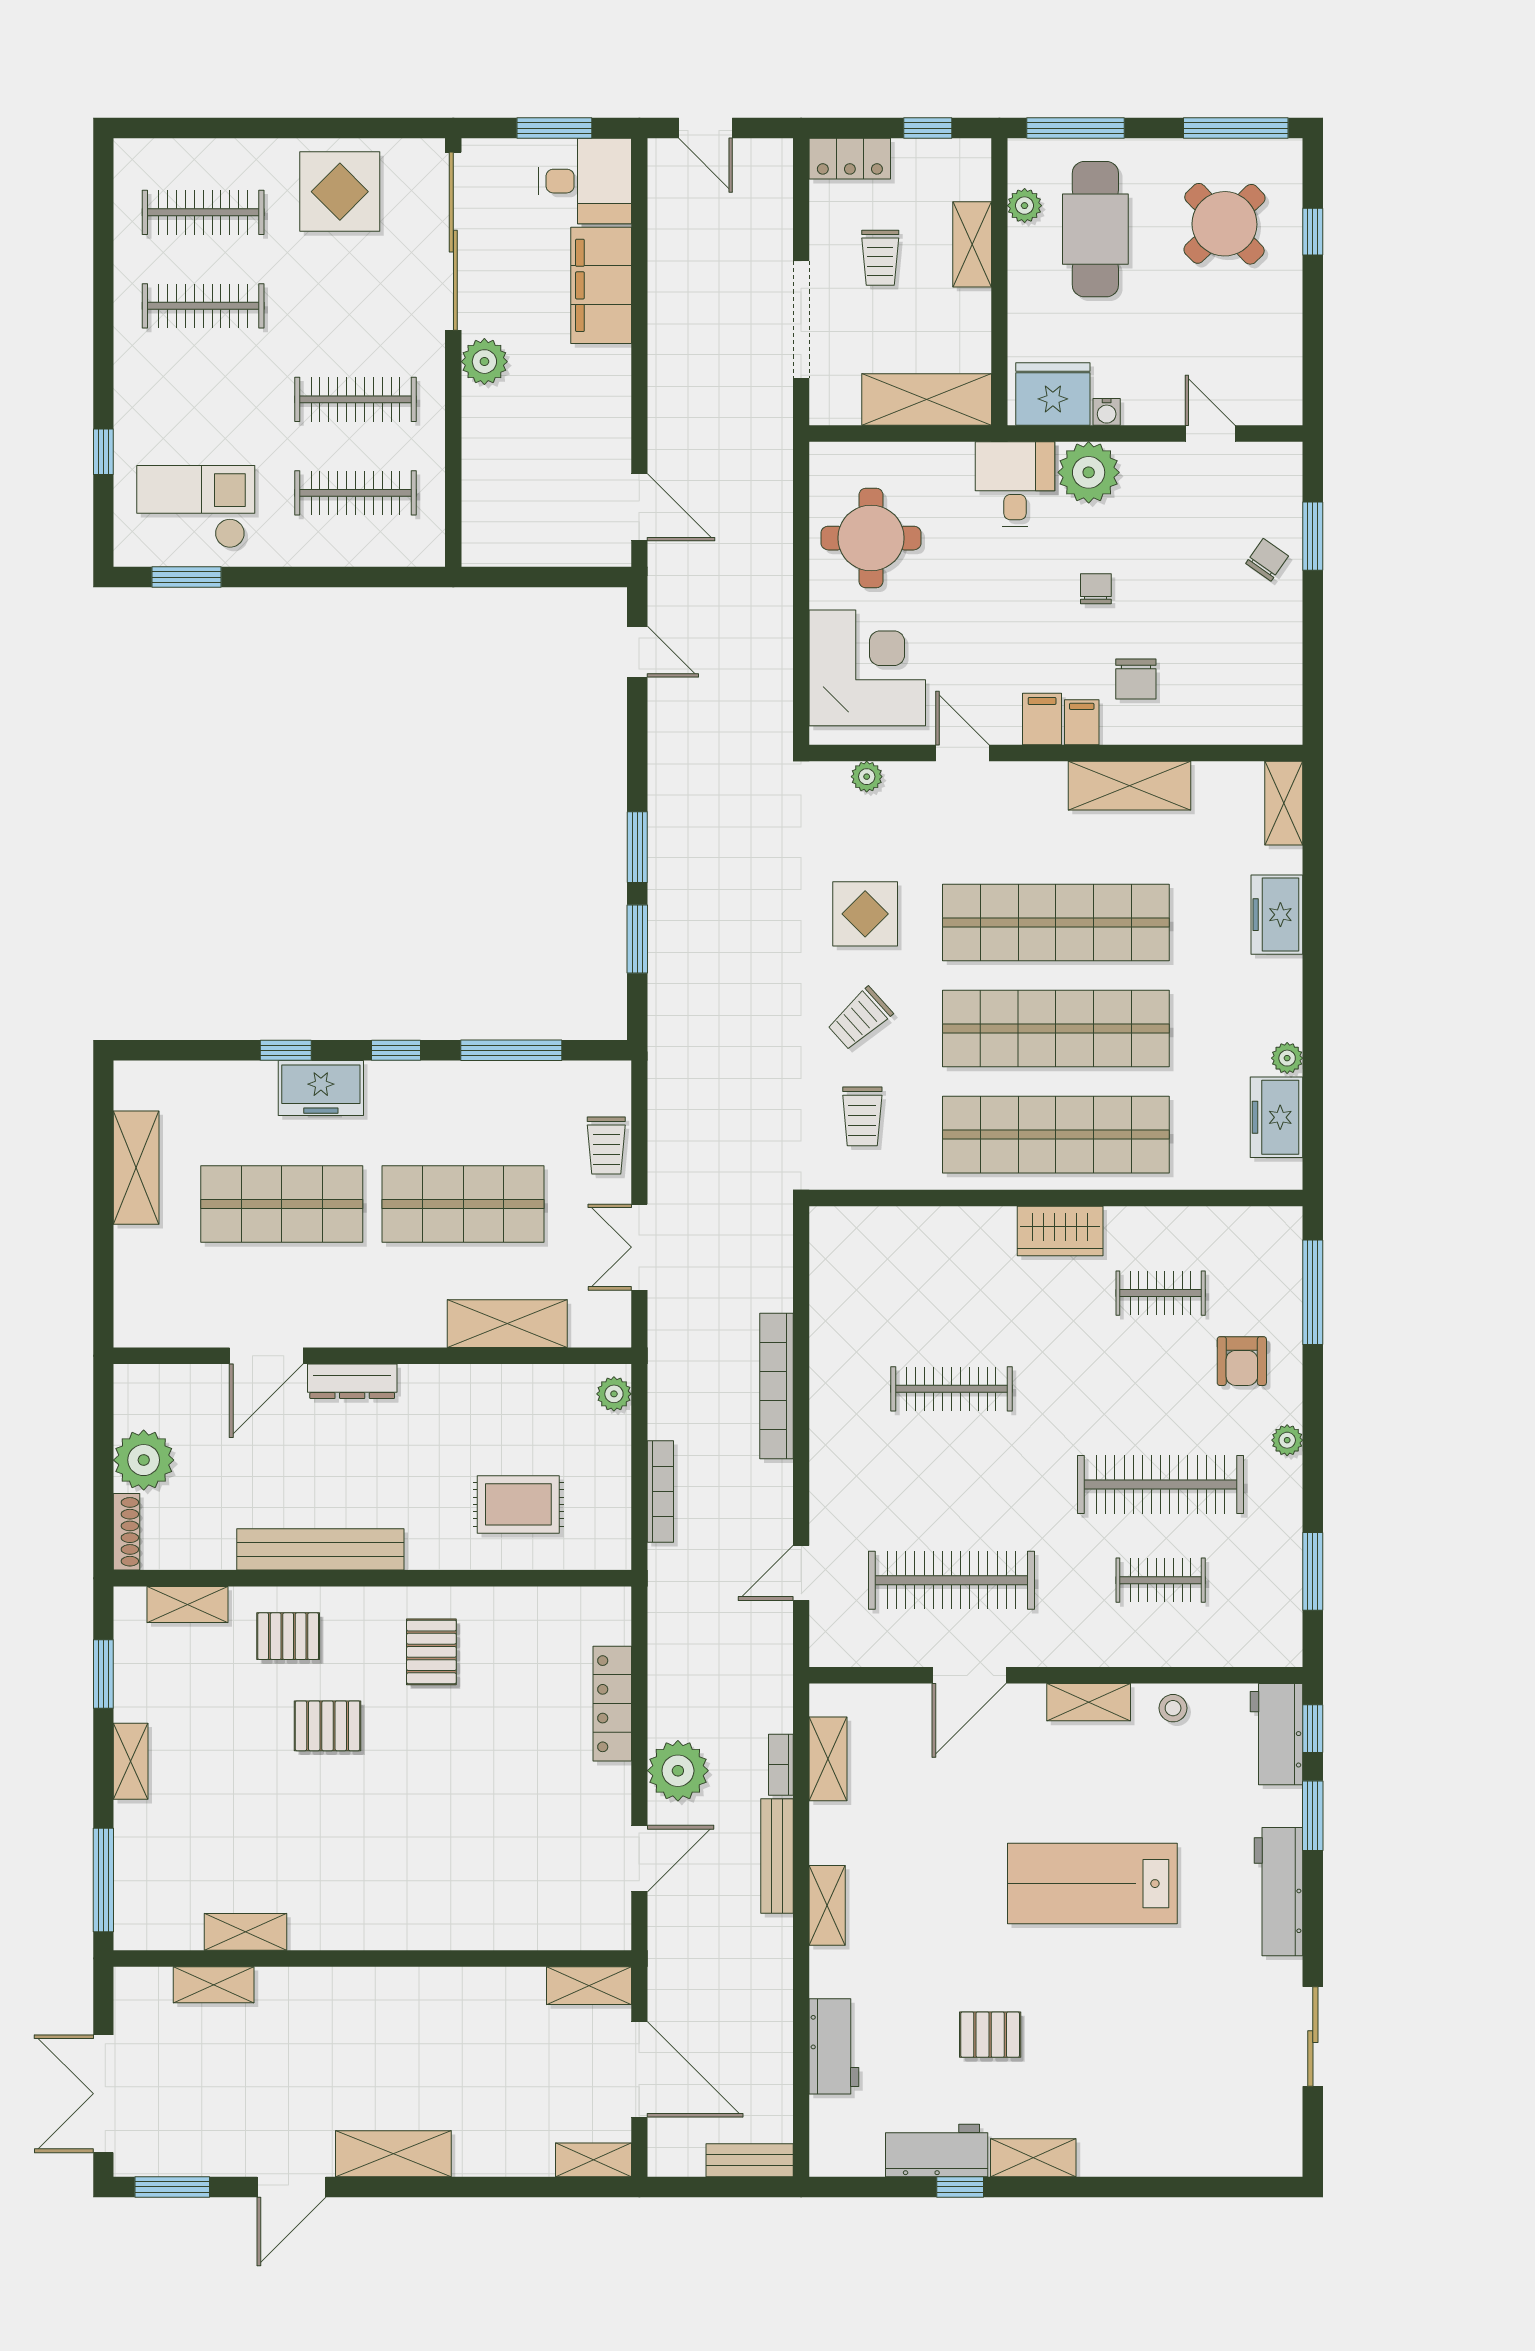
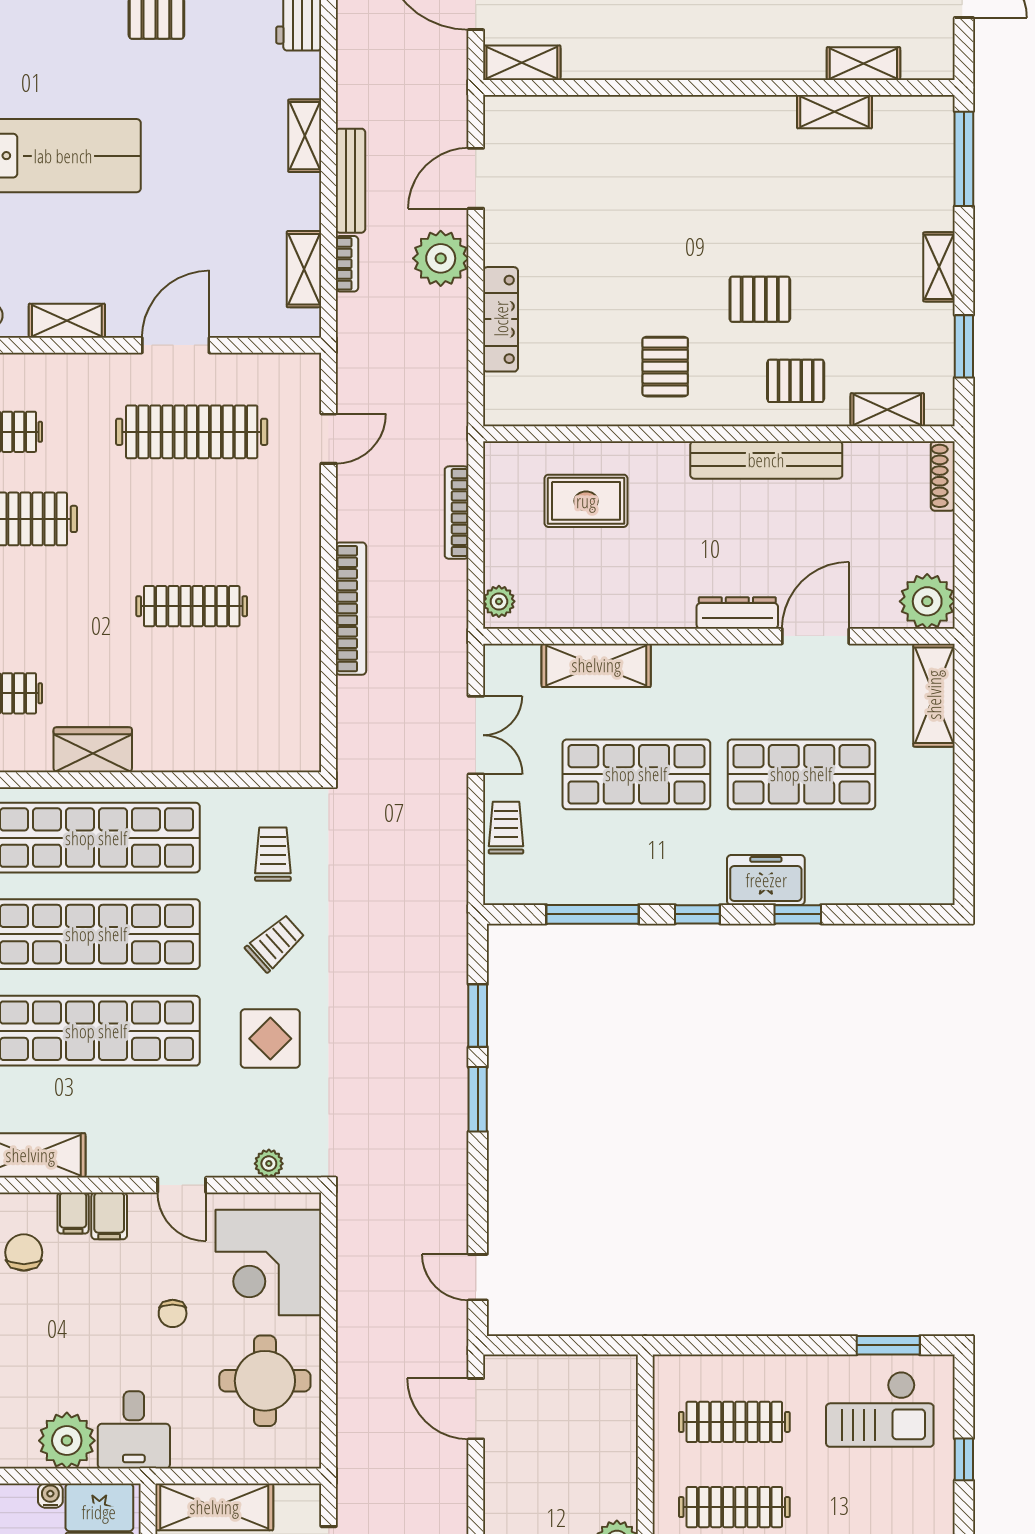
chair: (1096, 589) -> (173, 1313), moved
shelving: (136, 1168) -> (934, 695), moved
plant: (144, 1460) -> (927, 601), moved

